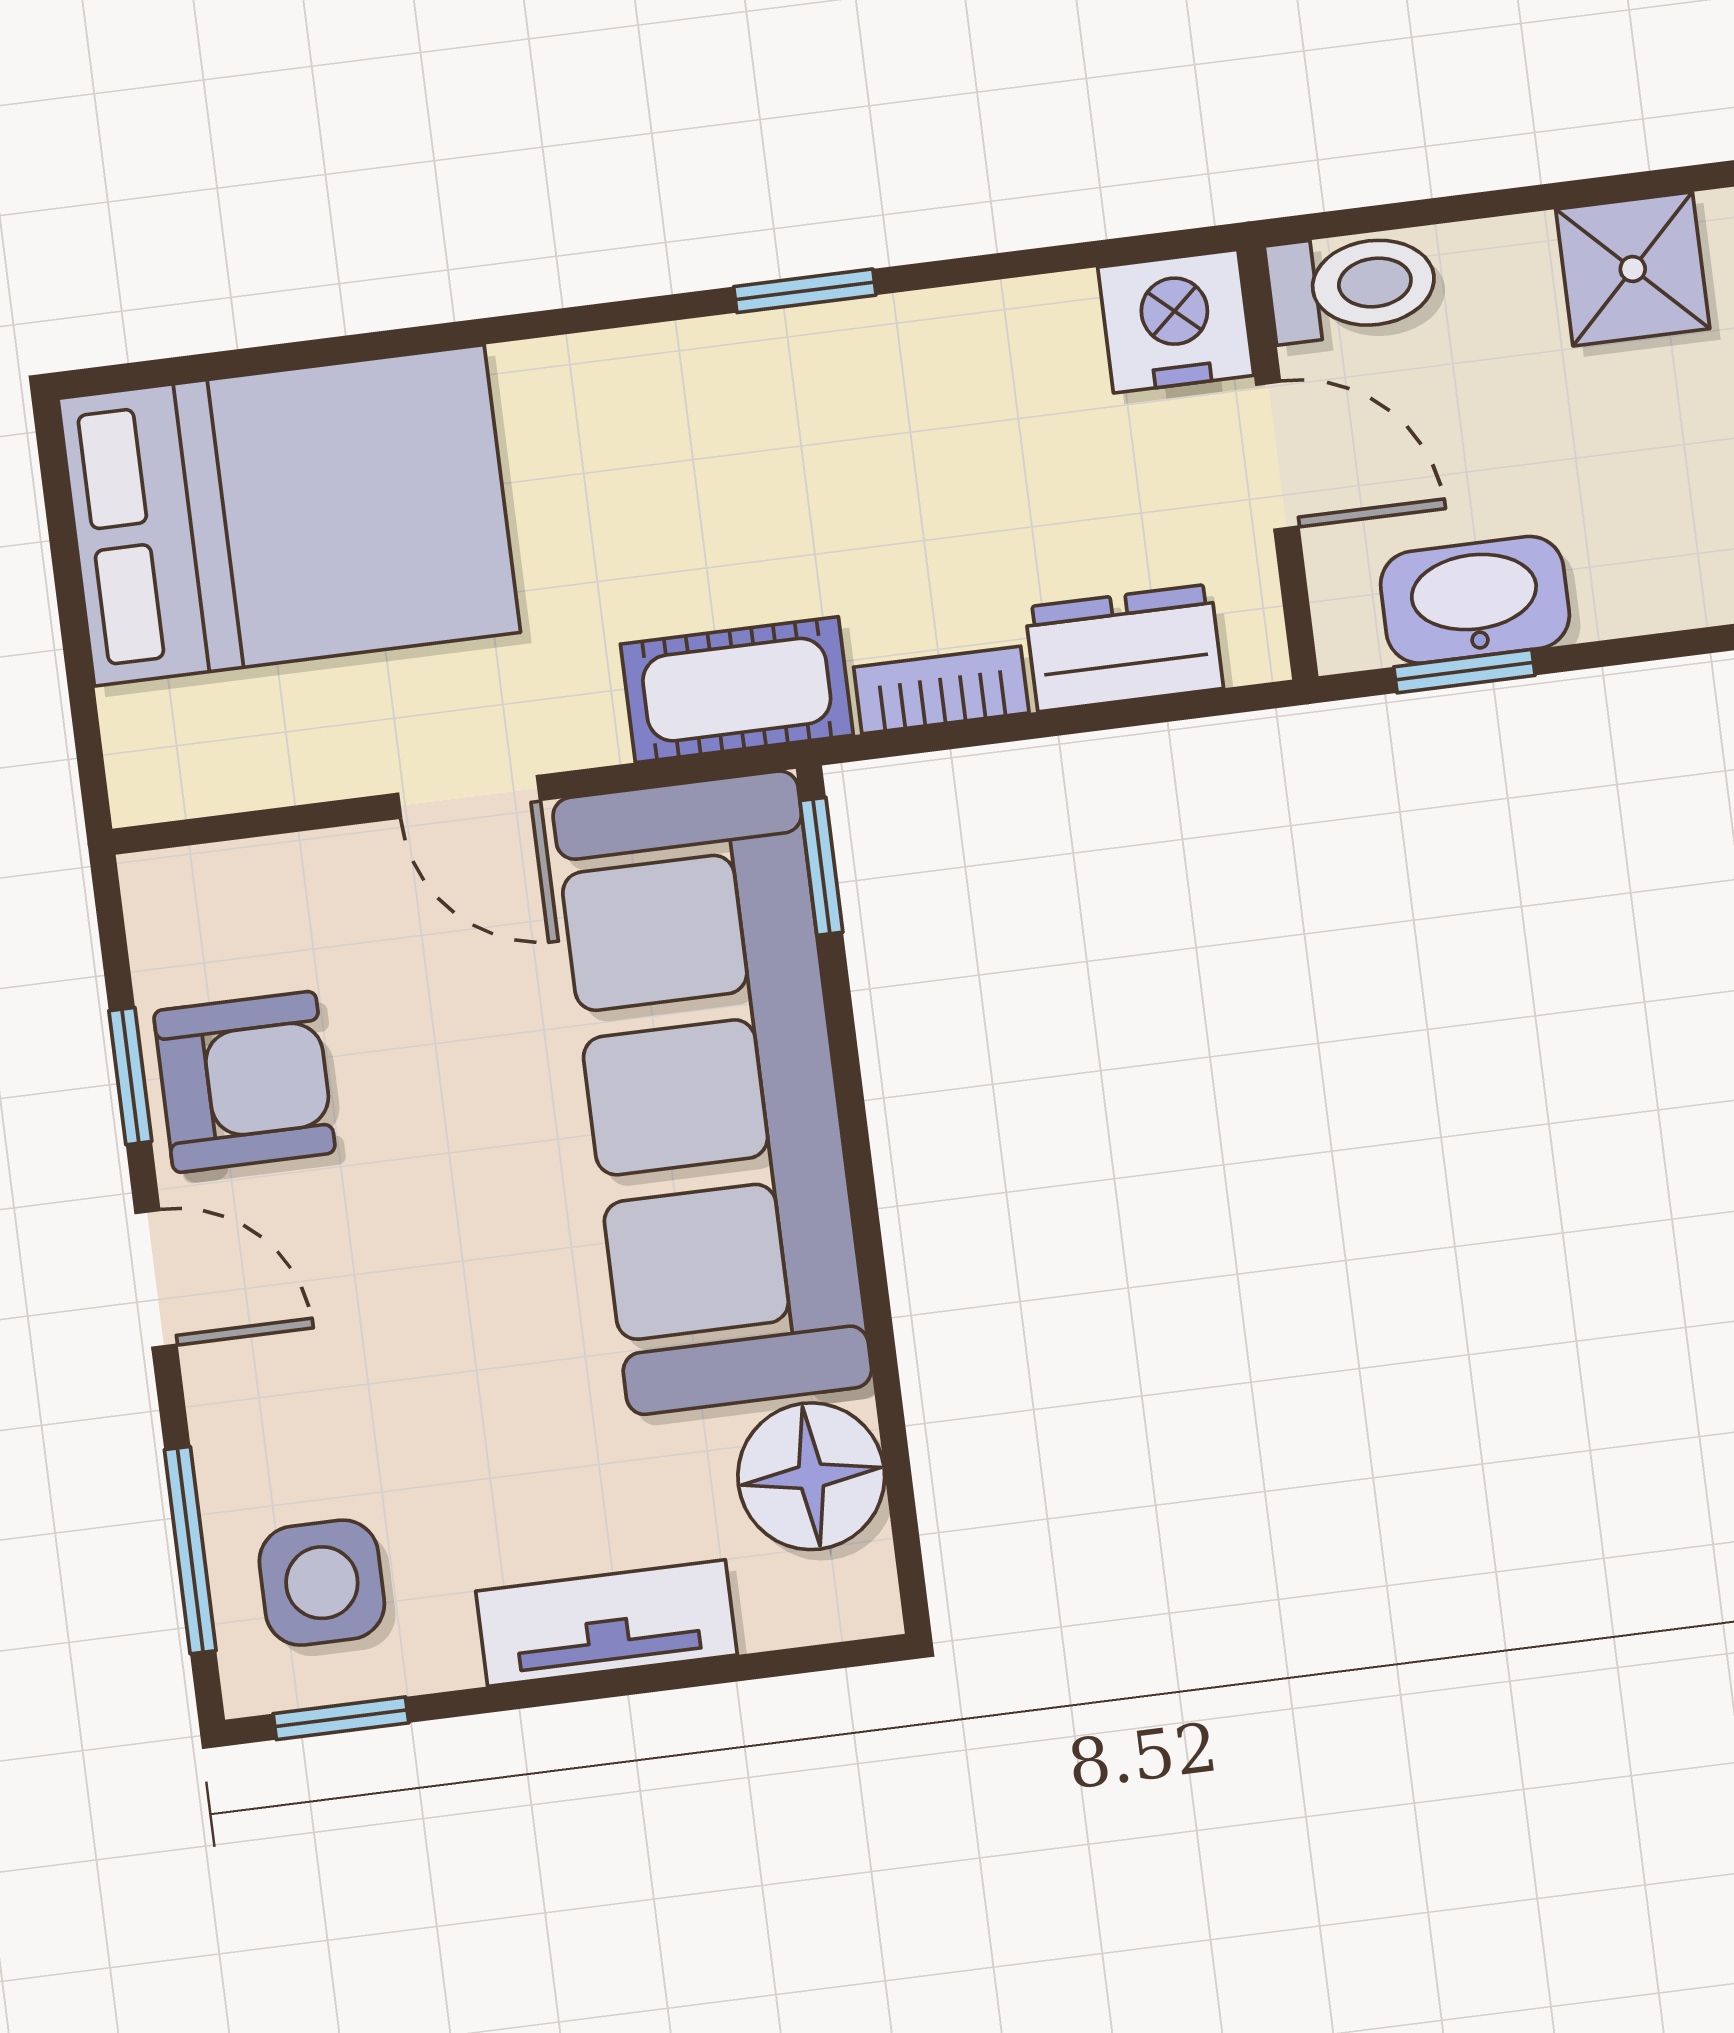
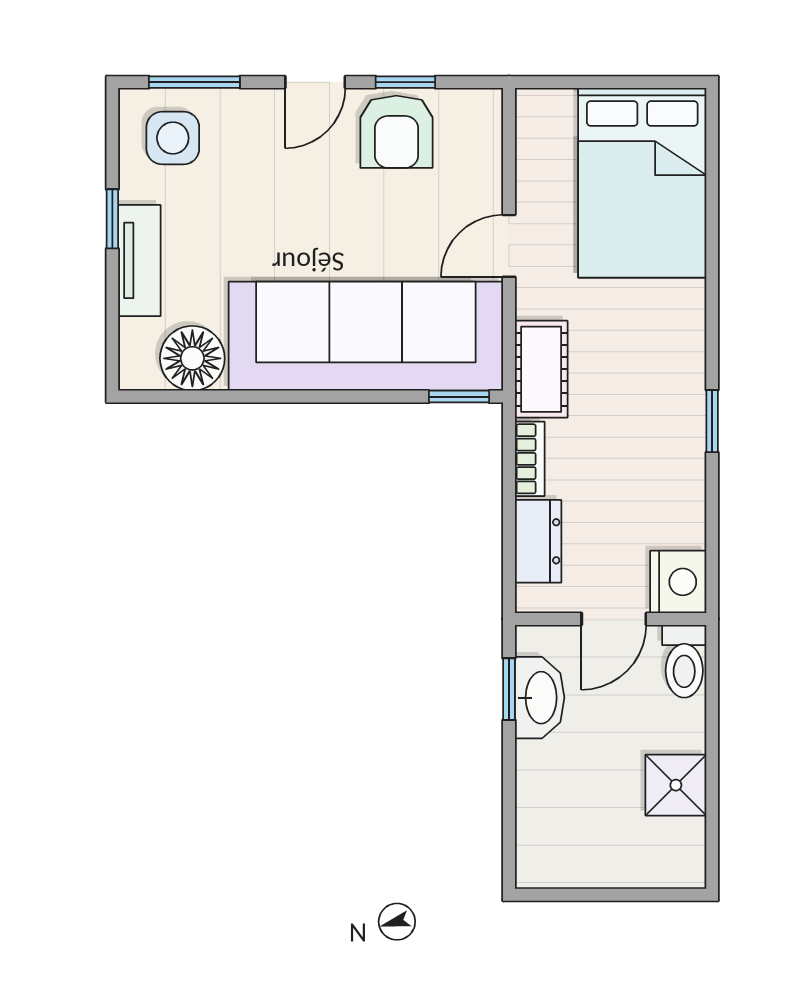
window: (341, 1718) -> (112, 219), moved

